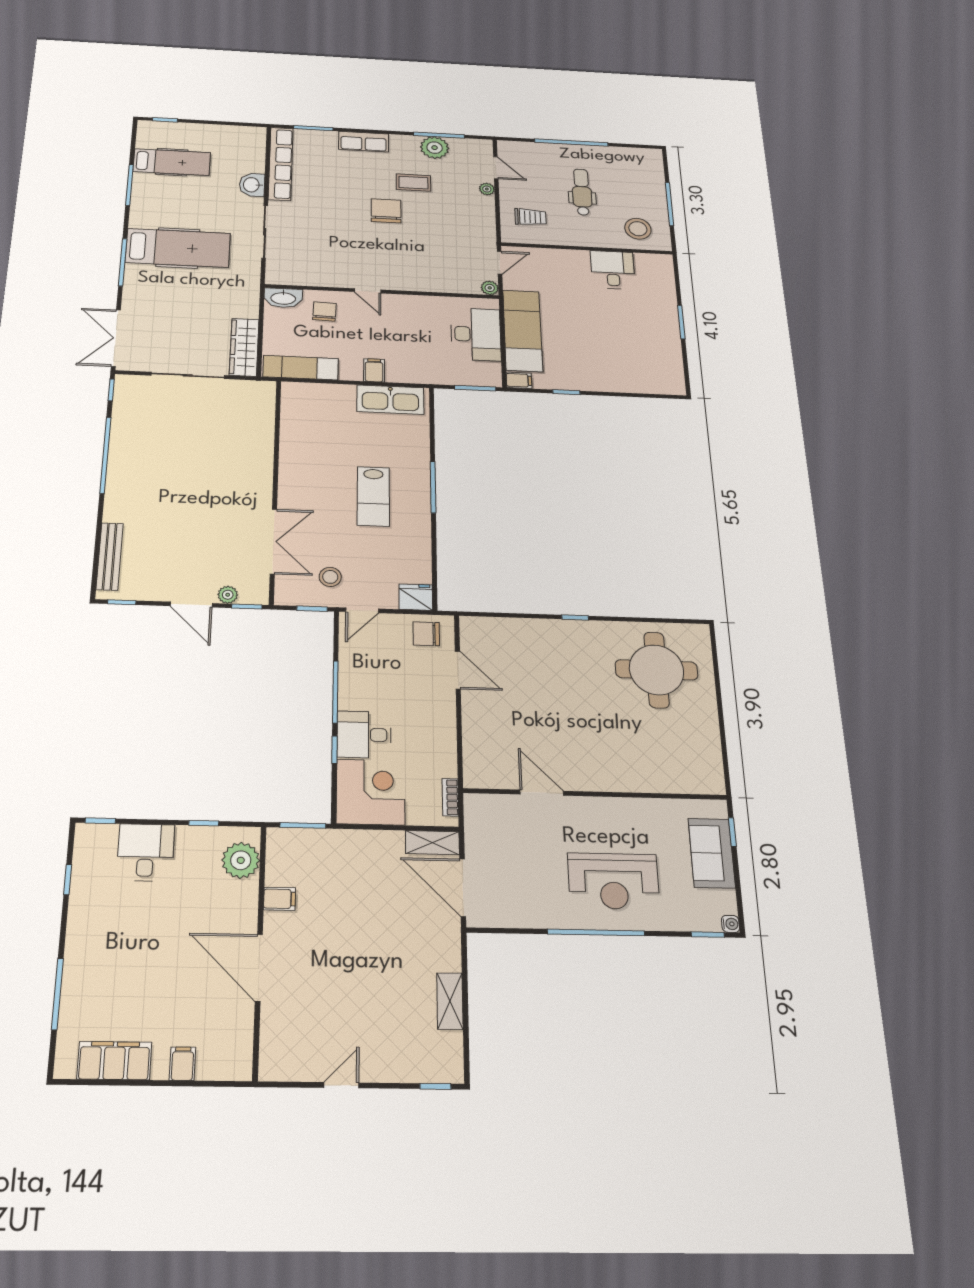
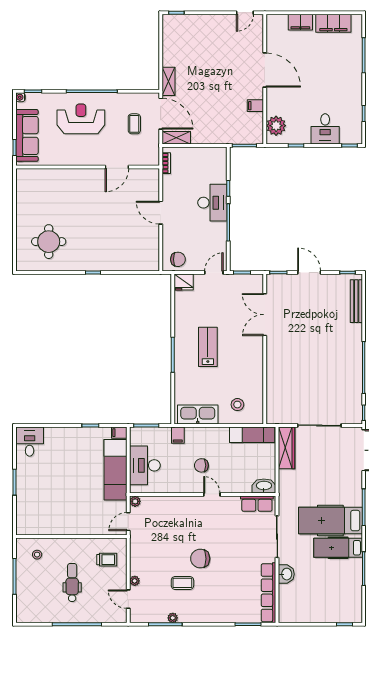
row of seats: (364, 142) -> (257, 504), moved, turned 180
plant: (435, 148) -> (173, 618), width x0.53, depth x0.53
hospital bed: (172, 162) -> (338, 548), moved
dental chair: (582, 192) -> (72, 583), turned 180
chair: (386, 211) -> (200, 559), turned 90
trolley: (531, 217) -> (107, 560), turned 180
stool: (638, 229) -> (37, 555), width x0.53, depth x0.53
desk: (613, 270) -> (30, 442), moved, turned 180
chair: (324, 311) -> (201, 465), moved, turned 88
filing cabinet: (374, 370) -> (178, 435), moved
stool: (330, 577) -> (237, 405), moved
plant: (228, 595) -> (289, 280), removed
door: (458, 670) -> (161, 213), moved
round table: (657, 670) -> (49, 242), width x0.73, depth x0.73
desk: (364, 735) -> (212, 203), width x1.37
corner desk: (371, 792) -> (209, 165), removed
door: (542, 793) -> (117, 167), hinge flipped
sofa: (712, 853) -> (27, 135), width x1.36
coffee table: (512, 870) -> (134, 124), added
shelving: (450, 1001) -> (168, 81), moved
filing cabinet: (182, 1064) -> (300, 22), width x2.00
door: (341, 1085) -> (245, 13), moved

